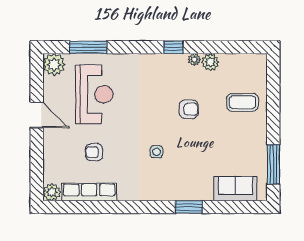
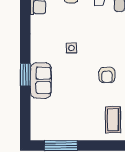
sofa: (235, 189) -> (41, 80), moved

